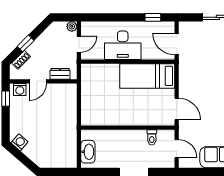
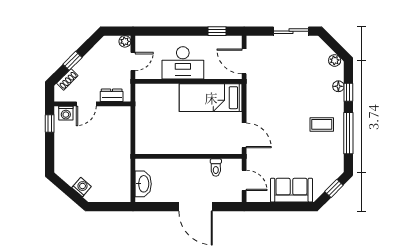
washing machine: (20, 142) -> (82, 187), moved

